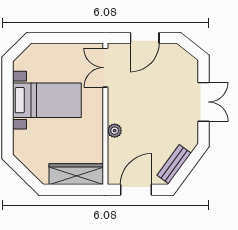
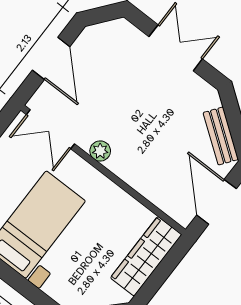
plant: (115, 131) -> (100, 151), moved

